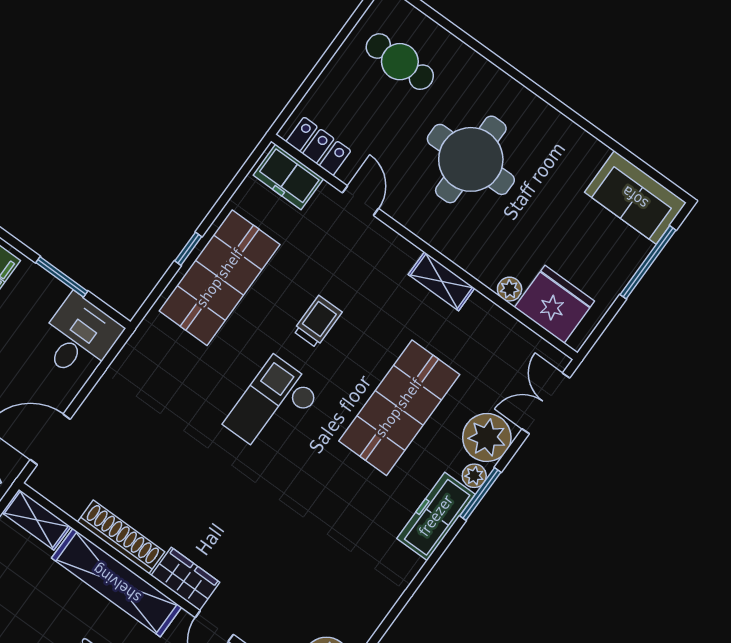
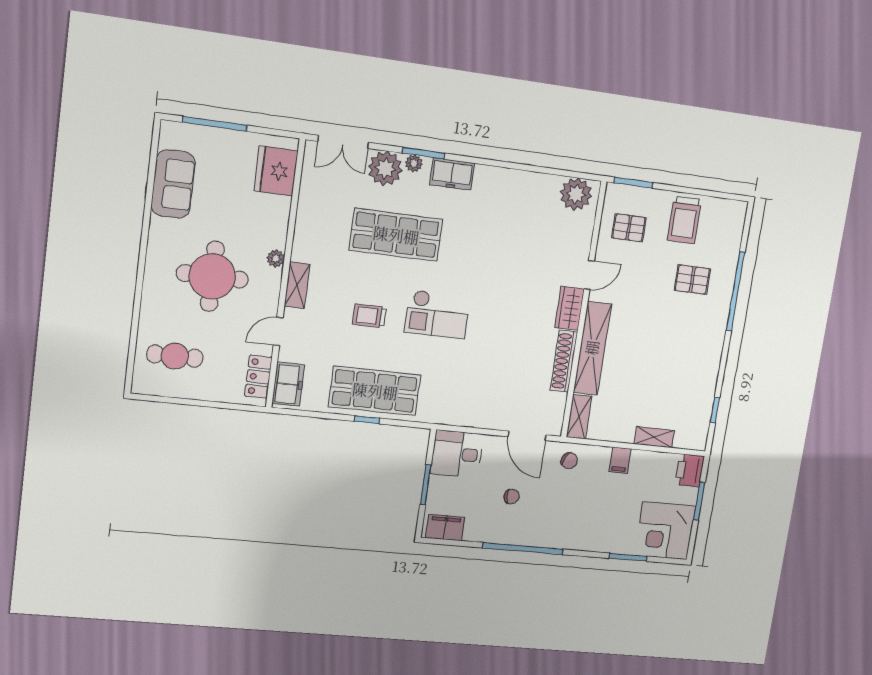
cafe table: (400, 62) -> (175, 356), turned 90
sofa: (635, 197) -> (173, 184), moved
shelving: (442, 281) -> (297, 285), moved
plant: (510, 289) -> (276, 259), moved
freezer: (436, 516) -> (452, 174), width x0.71

